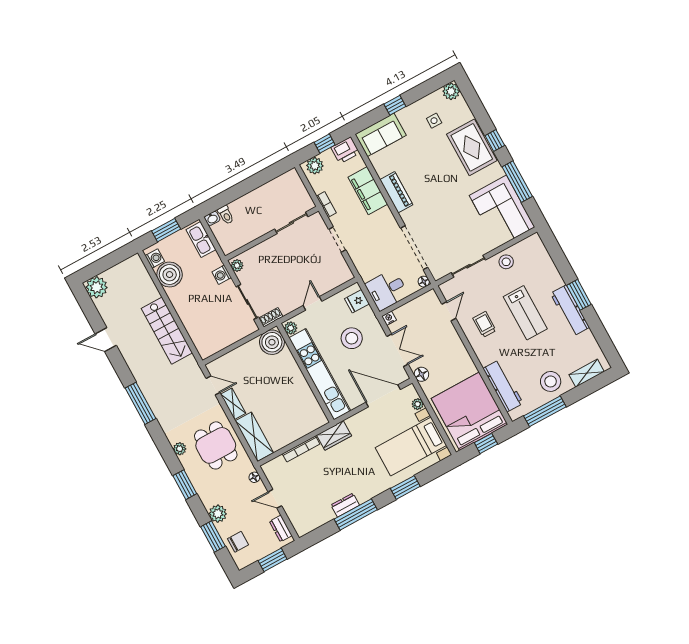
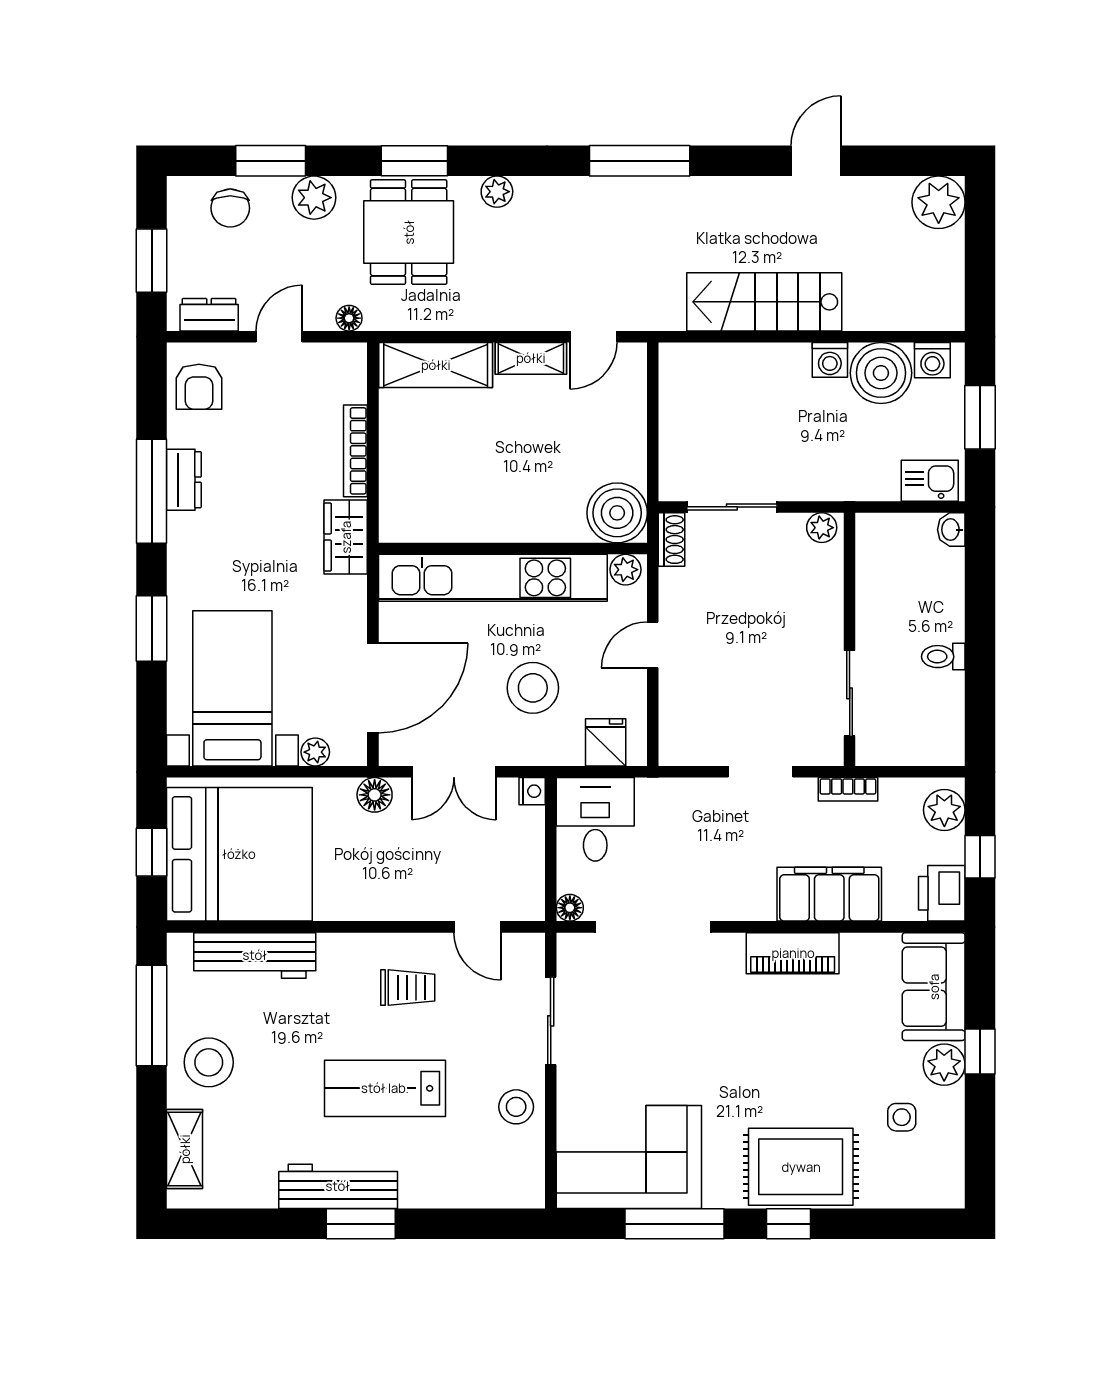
plant: (451, 91) -> (944, 1065), moved
toilet: (226, 215) -> (943, 657), moved
kitchen sink: (201, 240) -> (930, 481), width x0.73
washing machine: (222, 275) -> (830, 360), moved, turned 180
door: (313, 303) -> (653, 645), swing flipped
dining table: (216, 445) -> (409, 232), moved, turned 90
armchair: (309, 518) -> (199, 387), added

